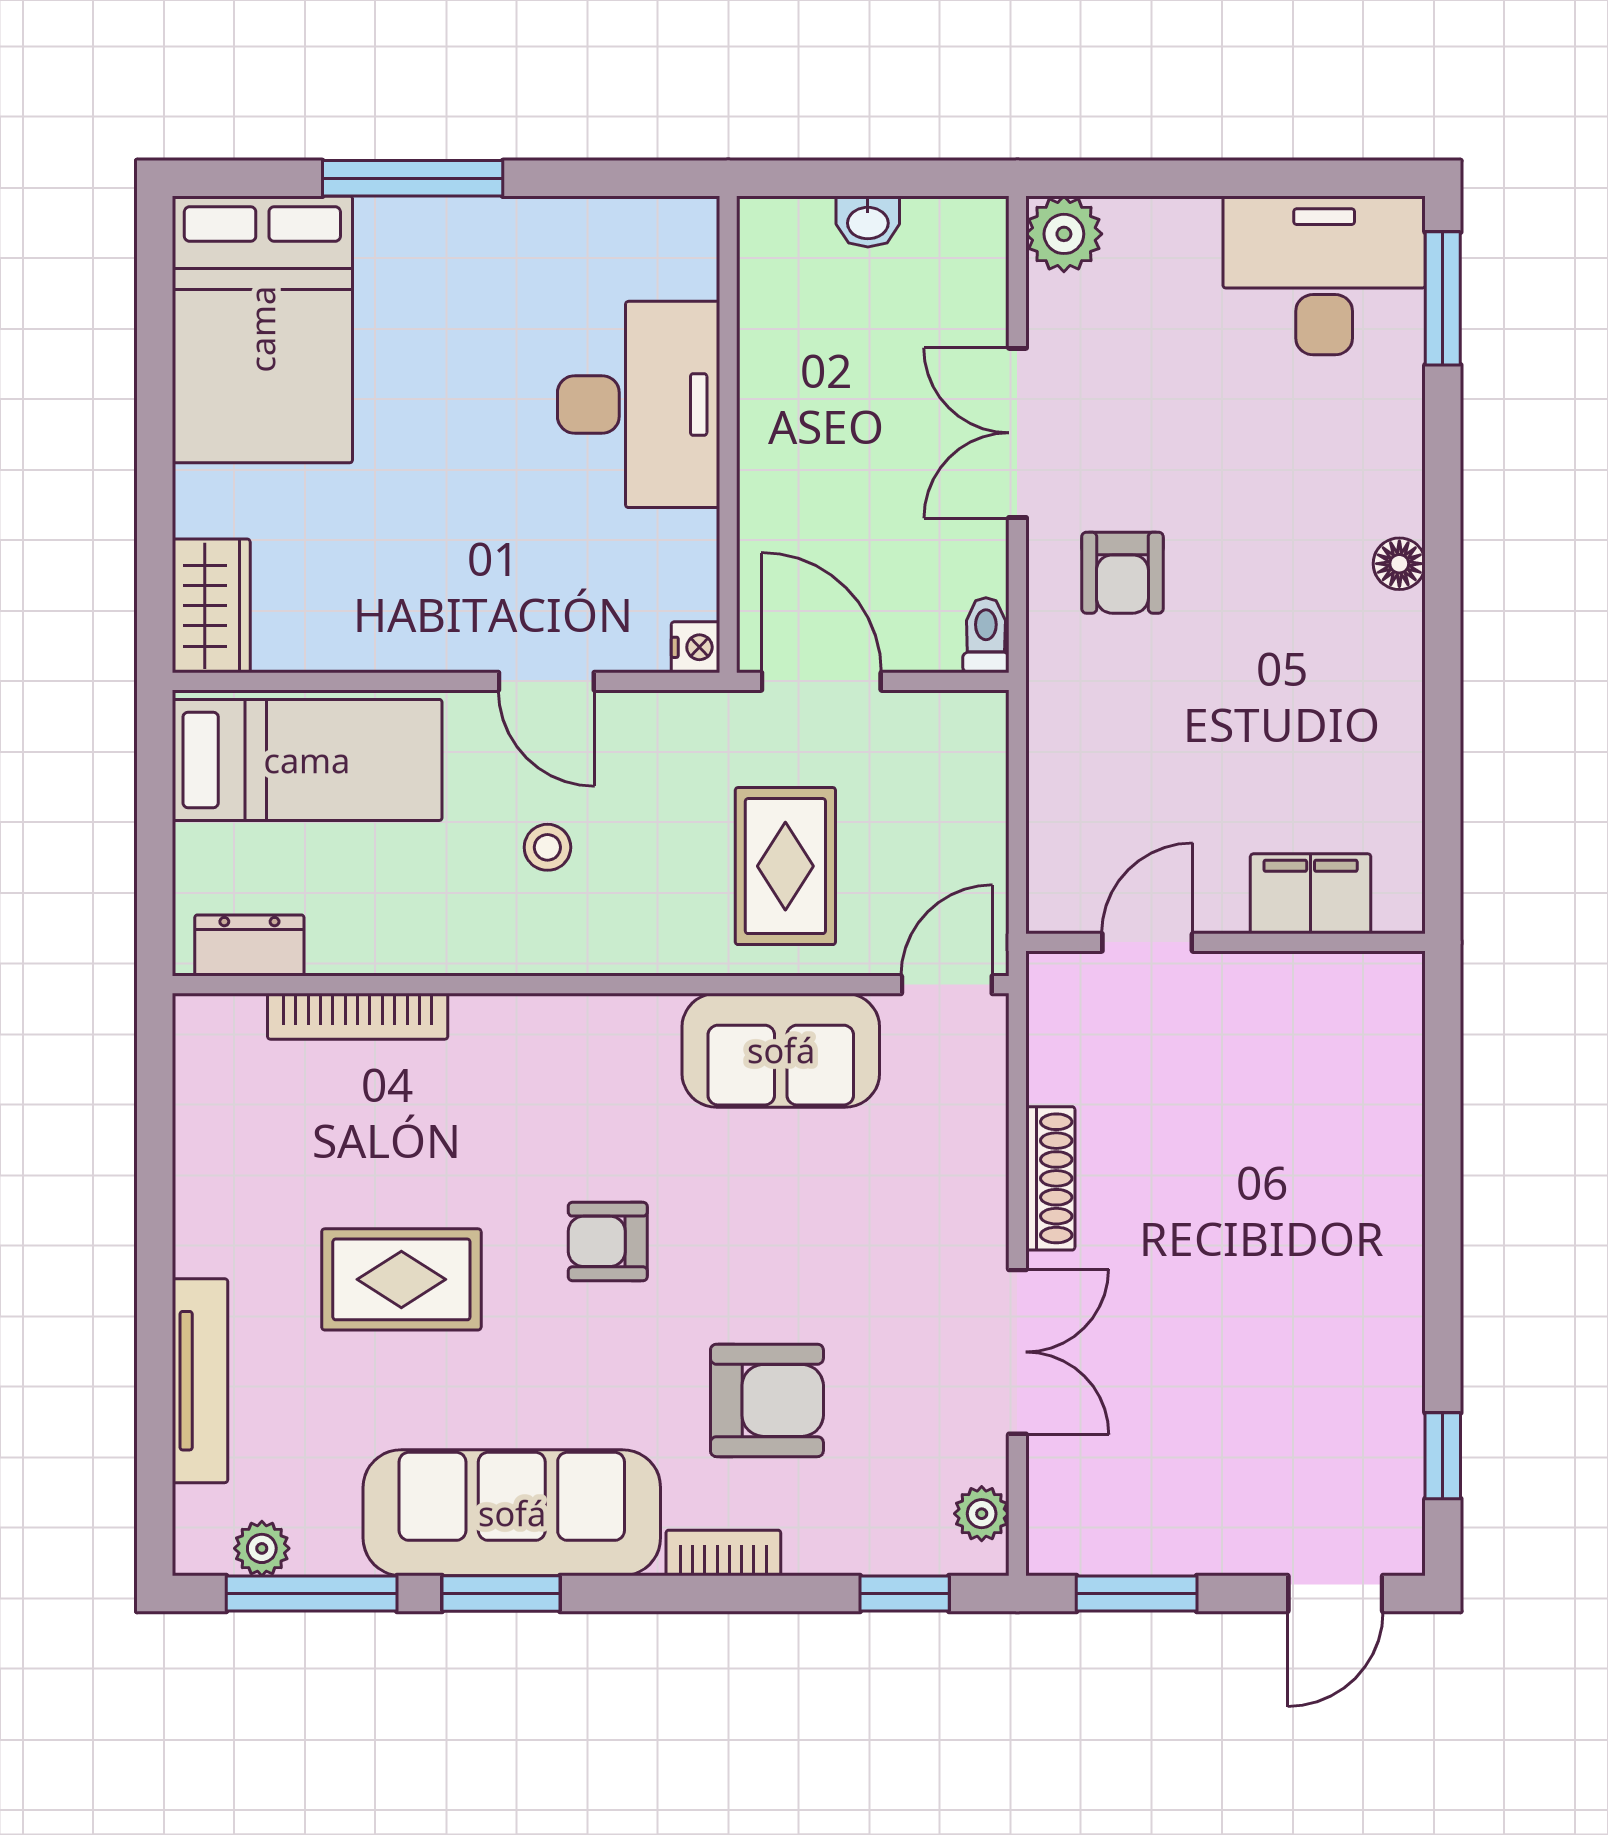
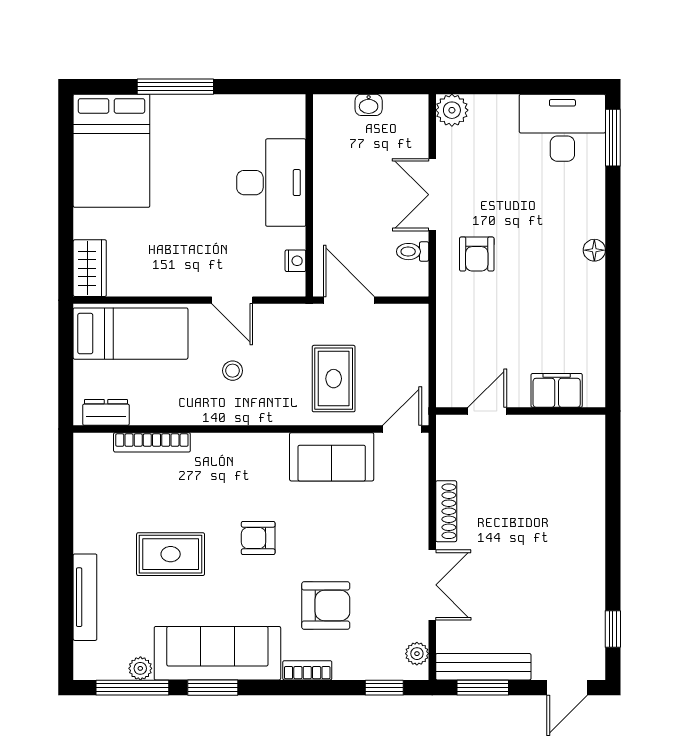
toilet: (986, 635) -> (413, 252), moved, turned -90
nightstand: (696, 647) -> (295, 261), moved
bench: (1138, 1544) -> (483, 667), added
plant: (262, 1548) -> (140, 668), moved

